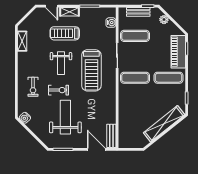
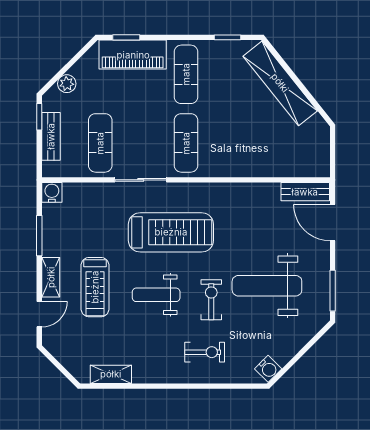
water cooler: (111, 23) -> (52, 192), moved
weight bench: (61, 63) -> (156, 295), turned 180
door: (96, 149) -> (333, 223), hinge flipped

